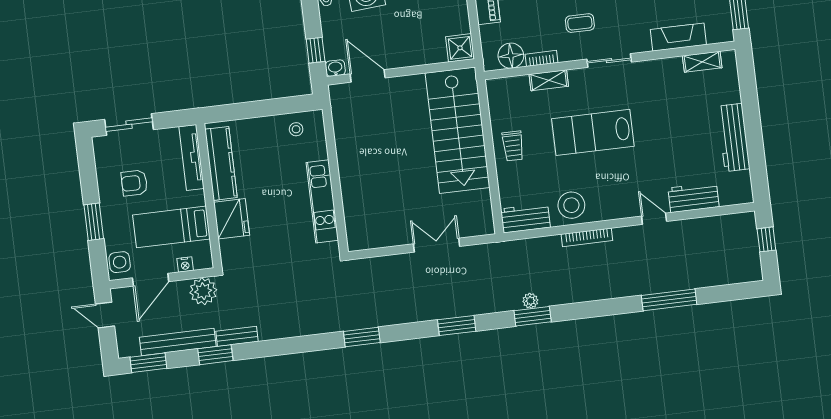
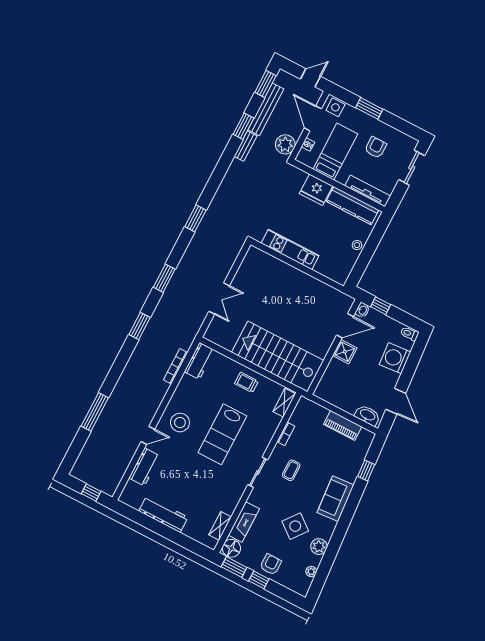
shower: (460, 48) -> (345, 352), moved
floor lamp: (511, 56) -> (231, 548), moved
shelving: (549, 80) -> (284, 403), moved
stool: (296, 129) -> (357, 245), moved
lab bench: (593, 132) -> (222, 434), turned 180
stool: (571, 205) -> (180, 423), moved
bookcase: (587, 237) -> (176, 366), moved
plant: (530, 301) -> (149, 331), removed

